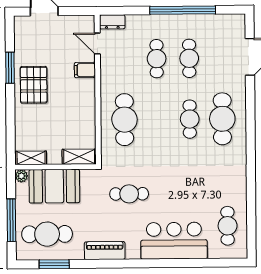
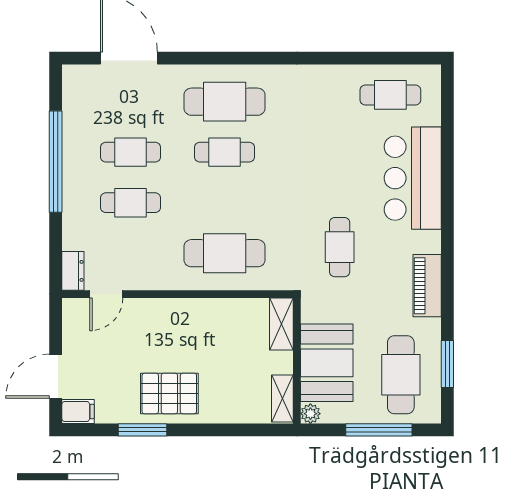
filing cabinet: (85, 70) -> (78, 412), moved, turned -90

